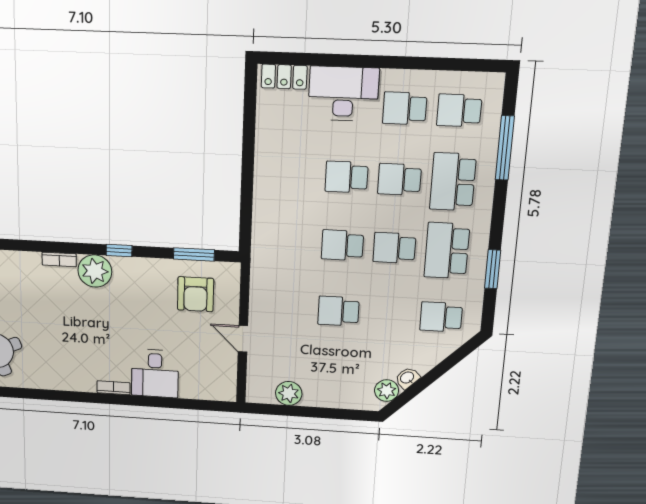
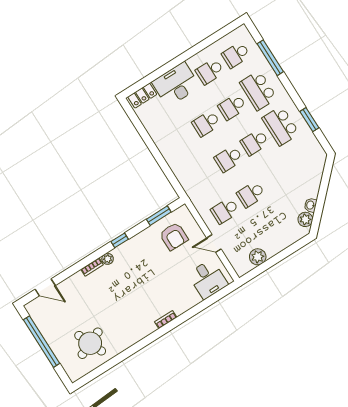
plant: (95, 271) -> (108, 259), width x0.53, depth x0.53
school desk: (441, 317) -> (225, 211), moved
desk: (155, 373) -> (208, 279), moved

